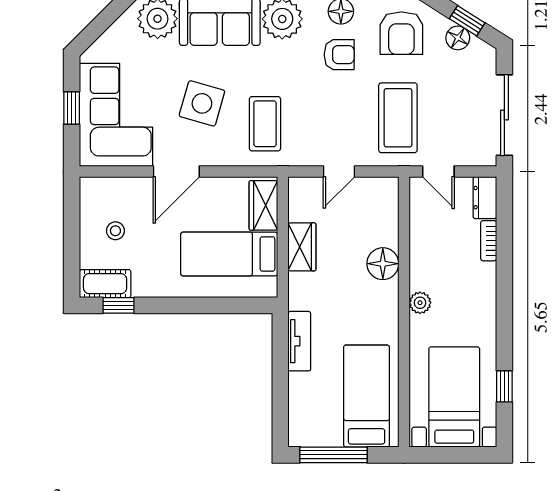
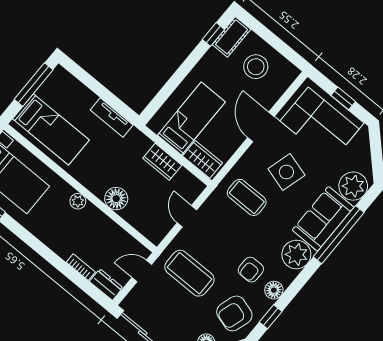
armchair: (401, 33) -> (234, 313), turned -73
stool: (115, 231) -> (256, 67), width x1.89, depth x1.89

